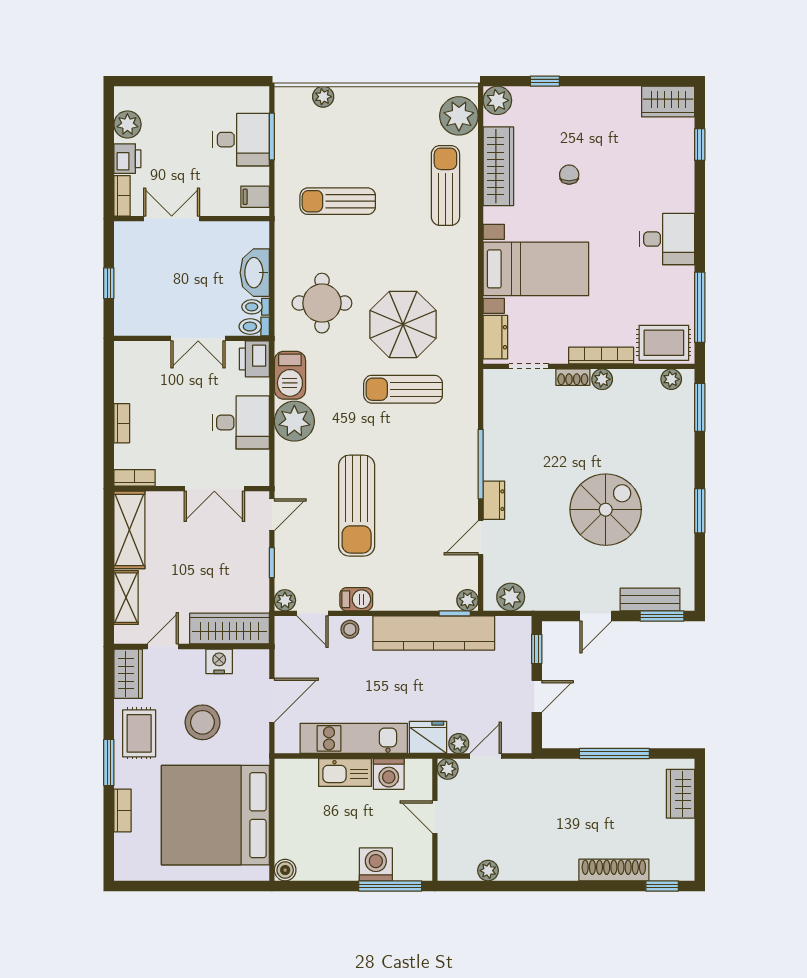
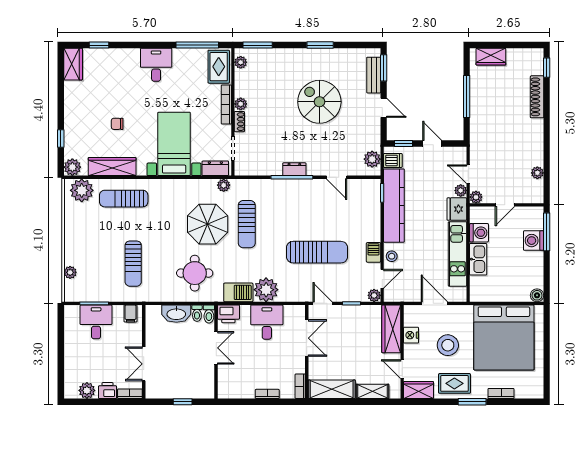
dresser: (494, 500) -> (294, 169), moved
plant: (467, 600) -> (224, 185), moved
dishwasher: (509, 631) -> (393, 160), added

